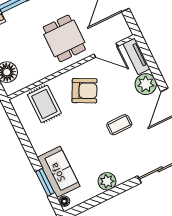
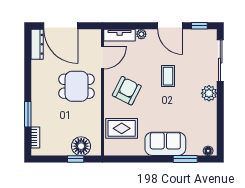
plant: (146, 84) -> (141, 34), width x0.53, depth x0.53
sofa: (58, 172) -> (165, 144), moved
plant: (107, 181) -> (209, 93), moved

